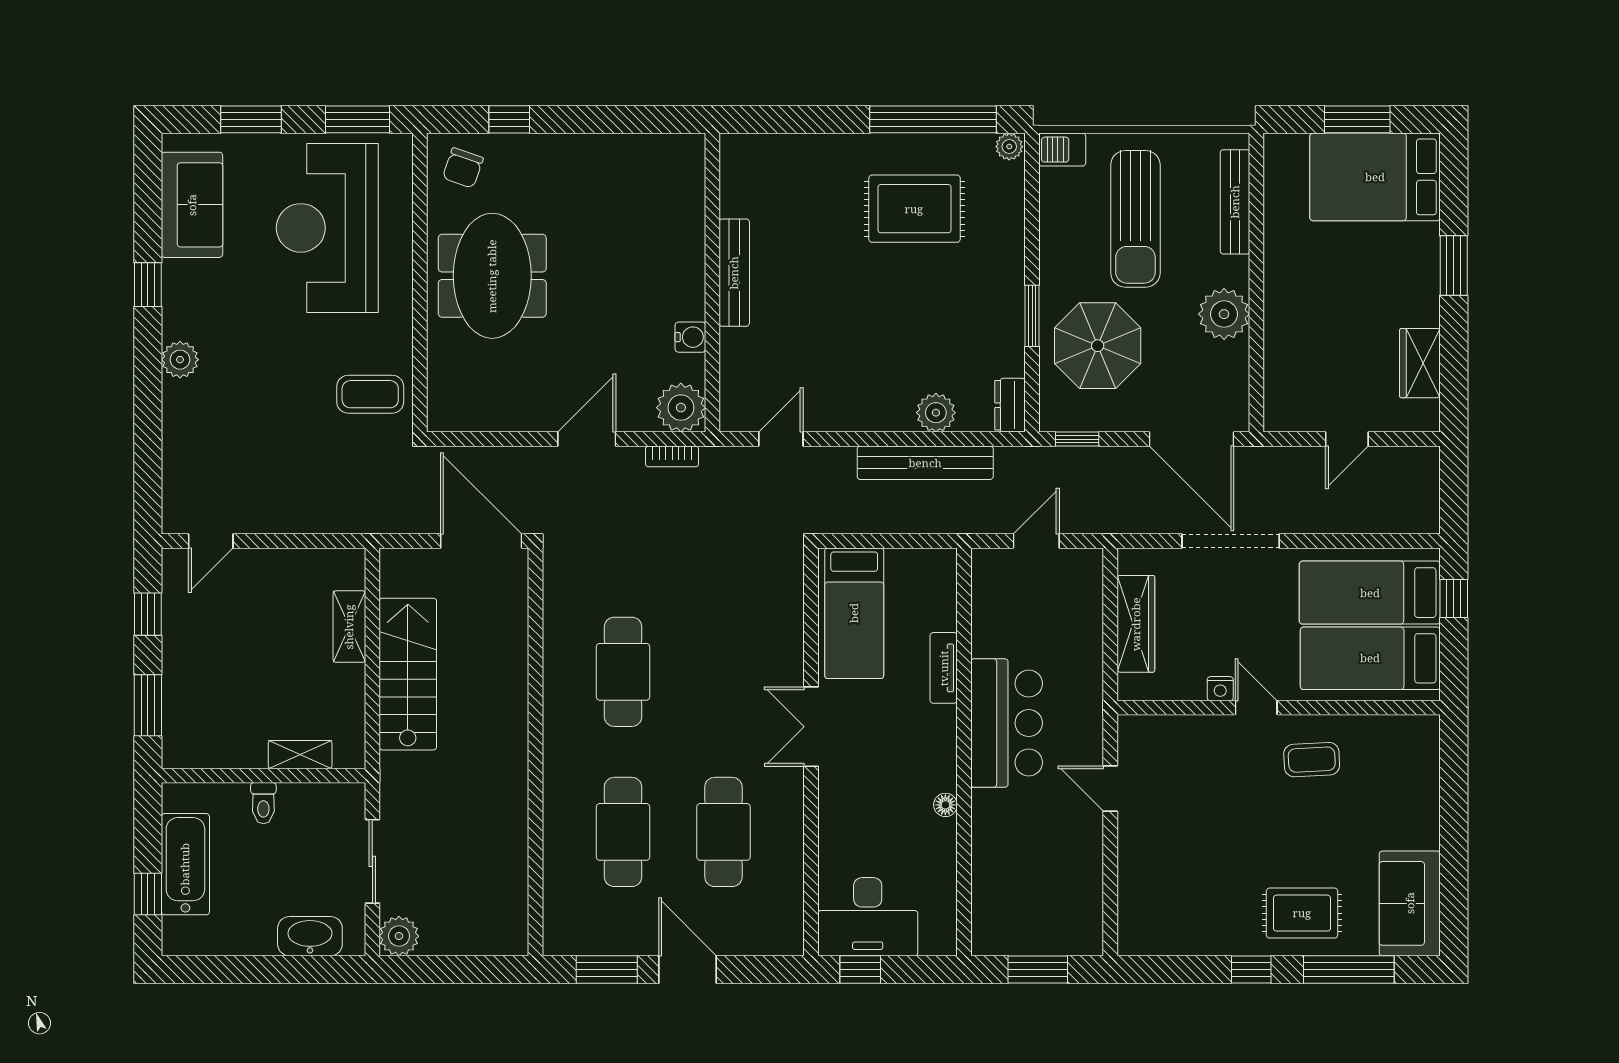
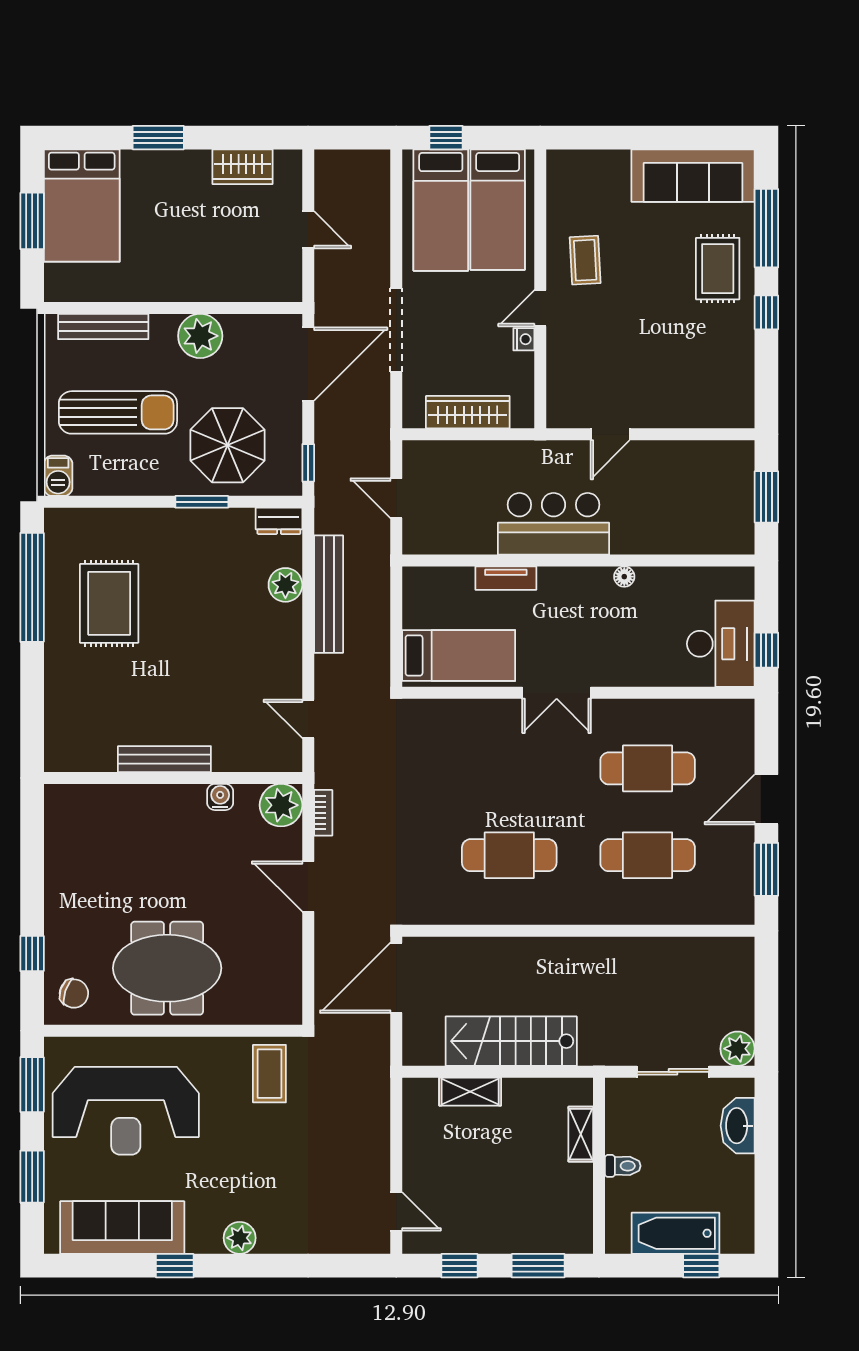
plant: (1009, 147) -> (55, 522), removed
sofa: (192, 205) -> (122, 1228), width x1.36
sofa: (1410, 903) -> (693, 176), width x1.36

